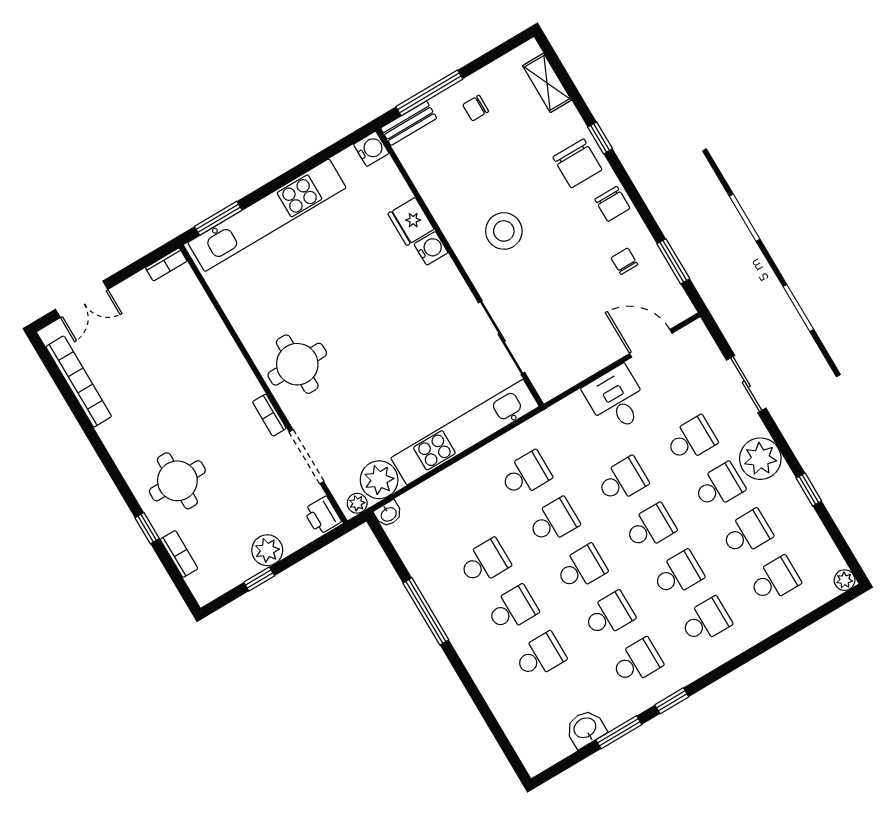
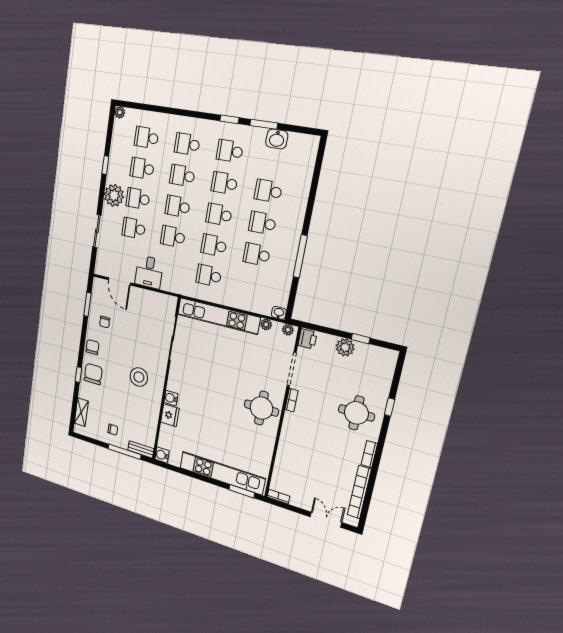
plant: (379, 480) -> (266, 325), width x0.53, depth x0.53
bookcase: (179, 554) -> (369, 454), moved

